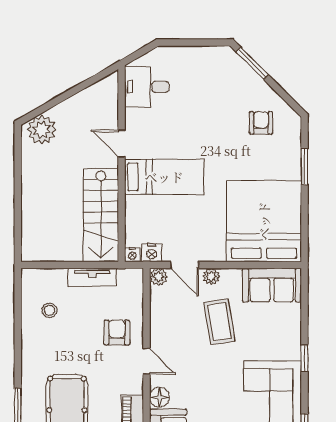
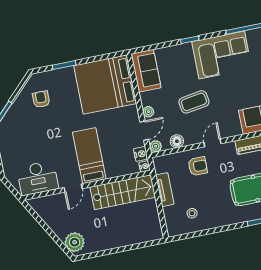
desk: (147, 87) -> (38, 178), width x1.37
armchair: (261, 123) -> (41, 99), turned 90
coffee table: (219, 322) -> (194, 102), moved
armchair: (117, 333) -> (198, 166), turned 180
floor lamp: (160, 397) -> (177, 141), moved

